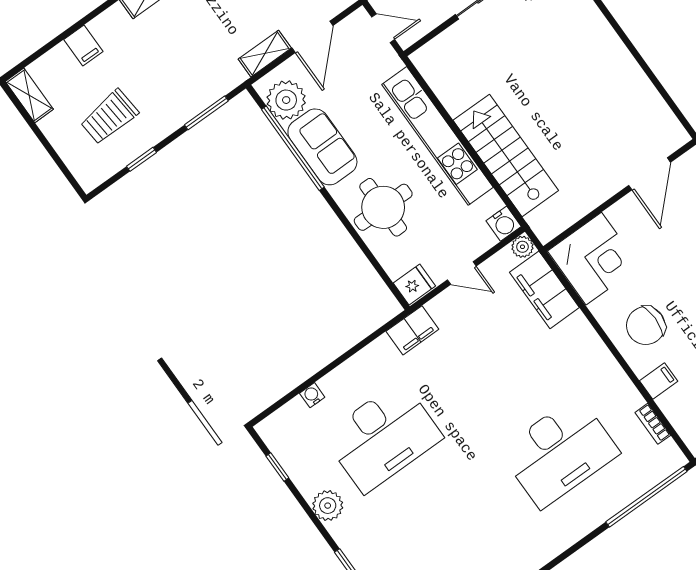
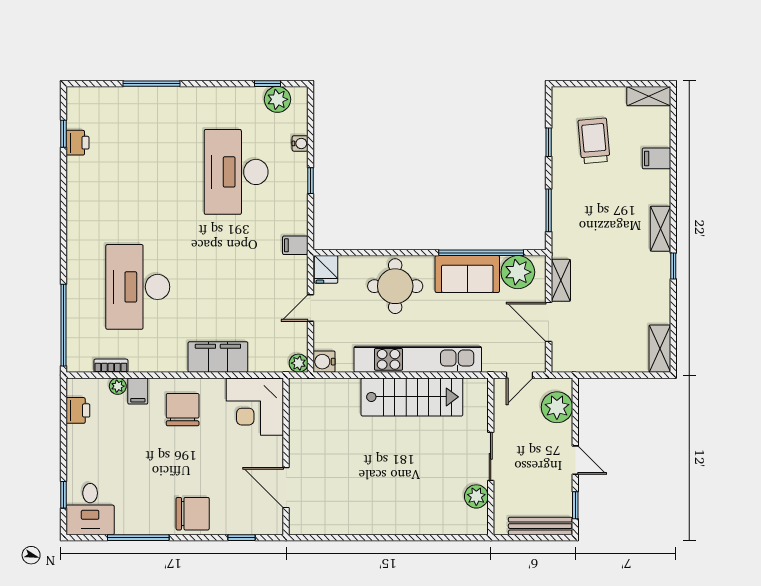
stairs: (506, 155) -> (412, 397), moved
filing cabinet: (544, 290) -> (218, 357), moved
filing cabinet: (412, 330) -> (295, 245), width x0.50
window: (340, 360) -> (310, 181), added
plant: (668, 403) -> (118, 386), added
plant: (328, 506) -> (277, 99), moved

